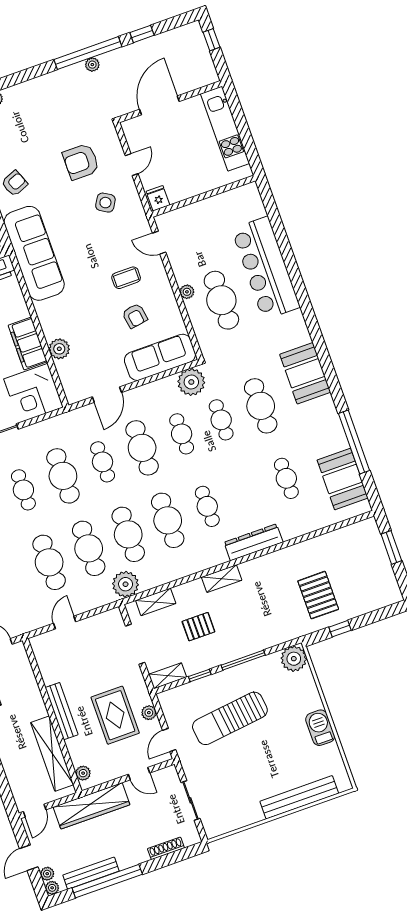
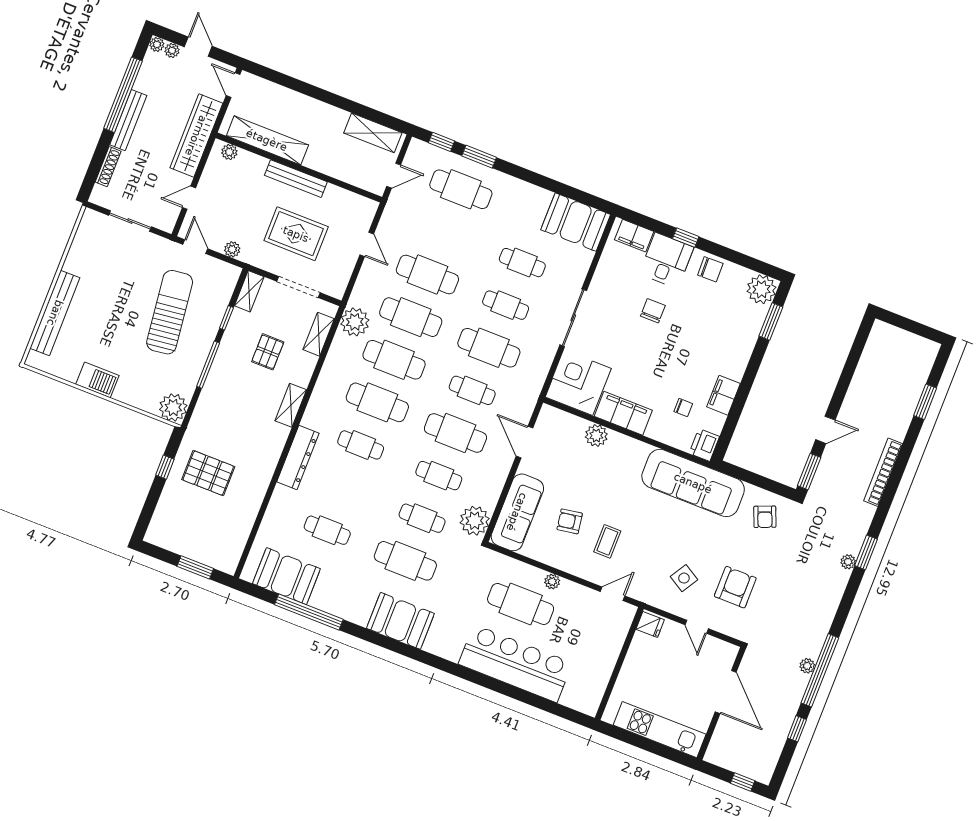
rug: (115, 715) -> (296, 234), moved
bench: (91, 873) -> (128, 120), moved

